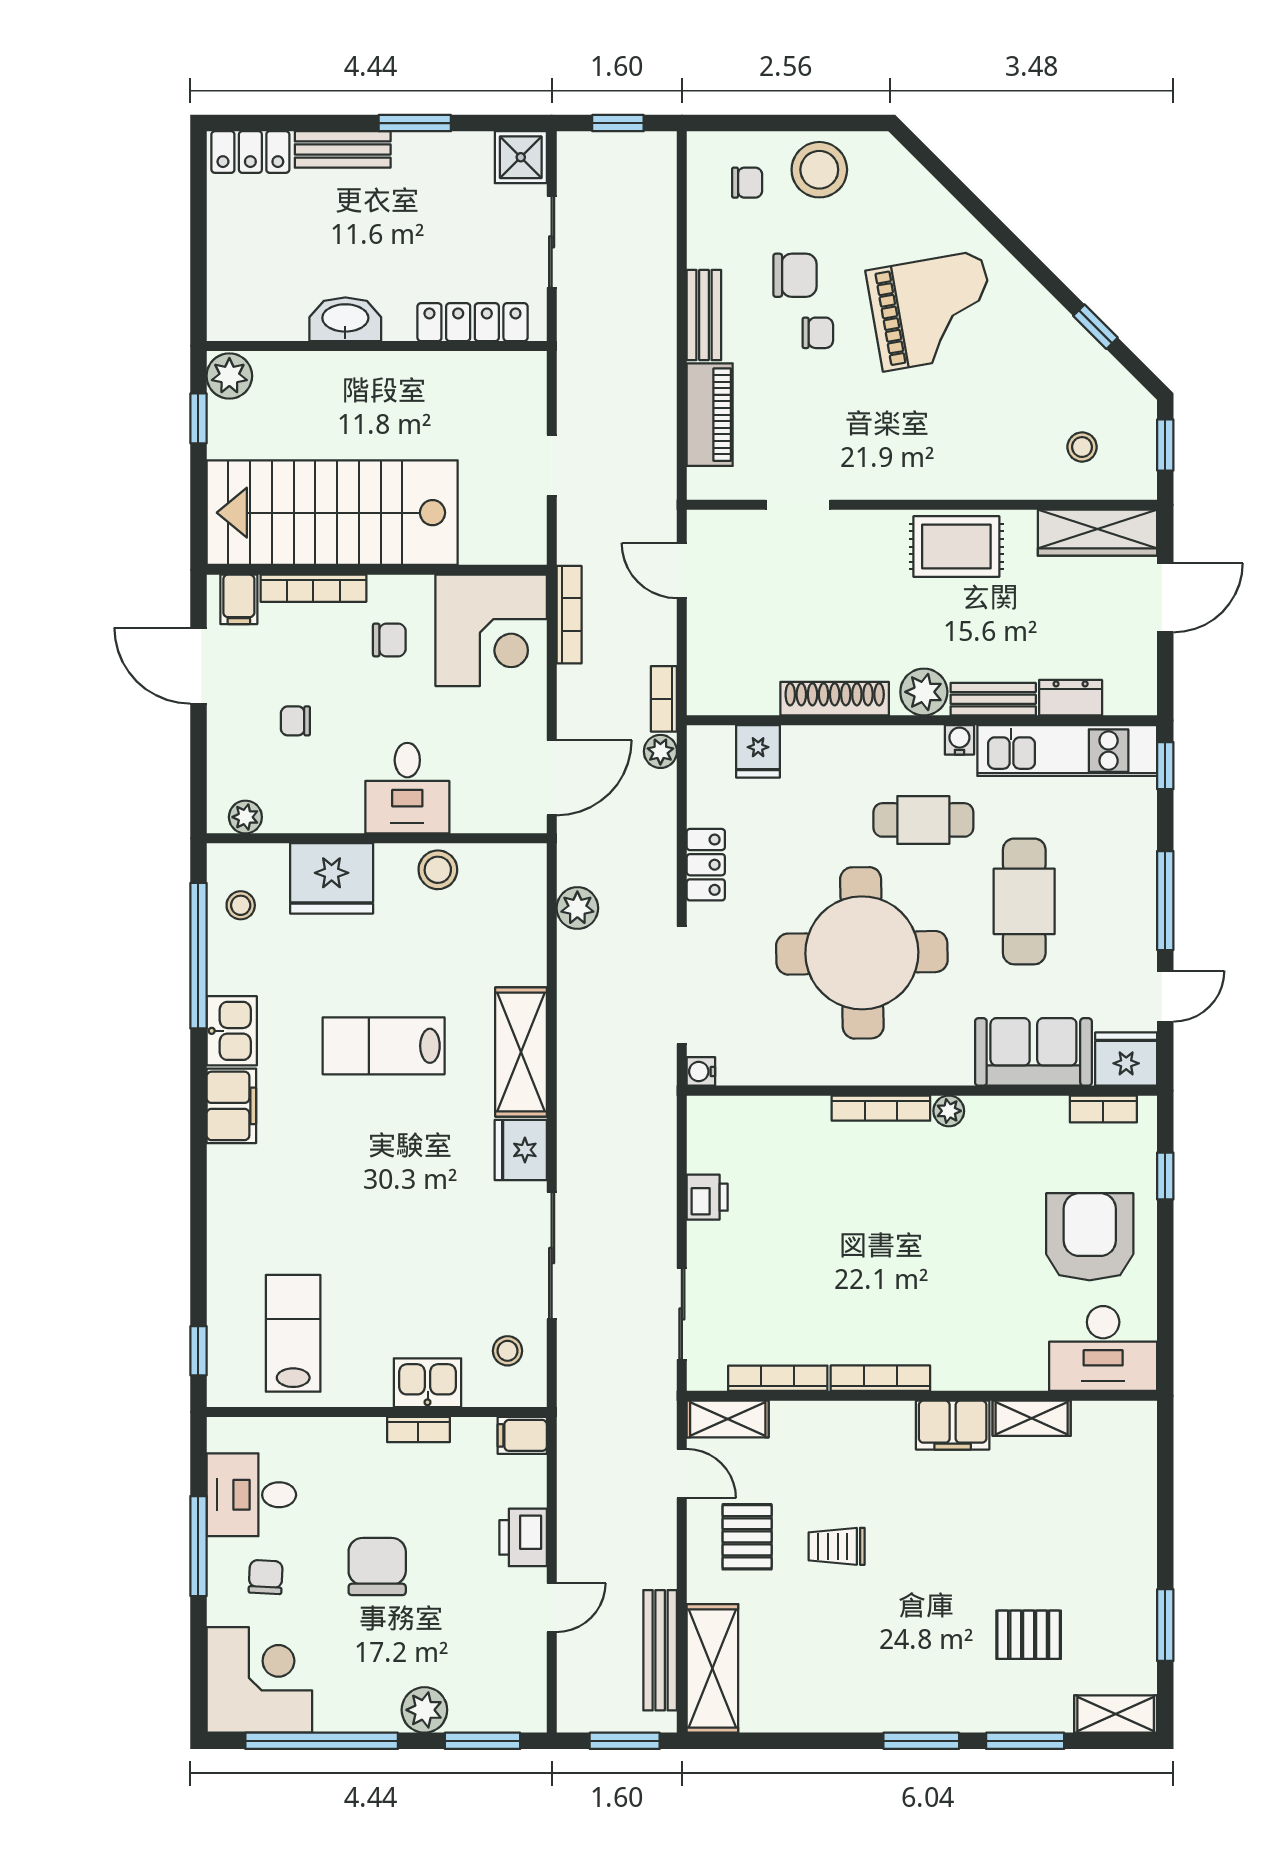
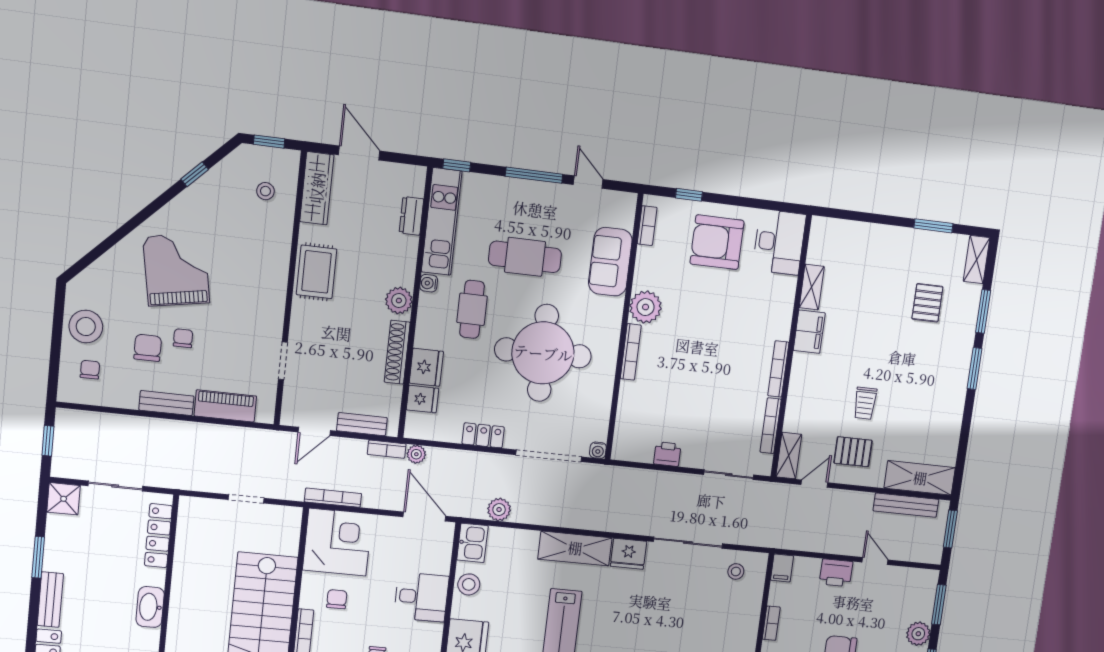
bench: (993, 699) -> (362, 424), moved, turned 90
fridge: (1126, 1059) -> (426, 367), moved, turned 180
plant: (949, 1111) -> (646, 307), width x1.88, depth x1.88
kitchen sink: (428, 1383) -> (472, 543), moved, turned 180

